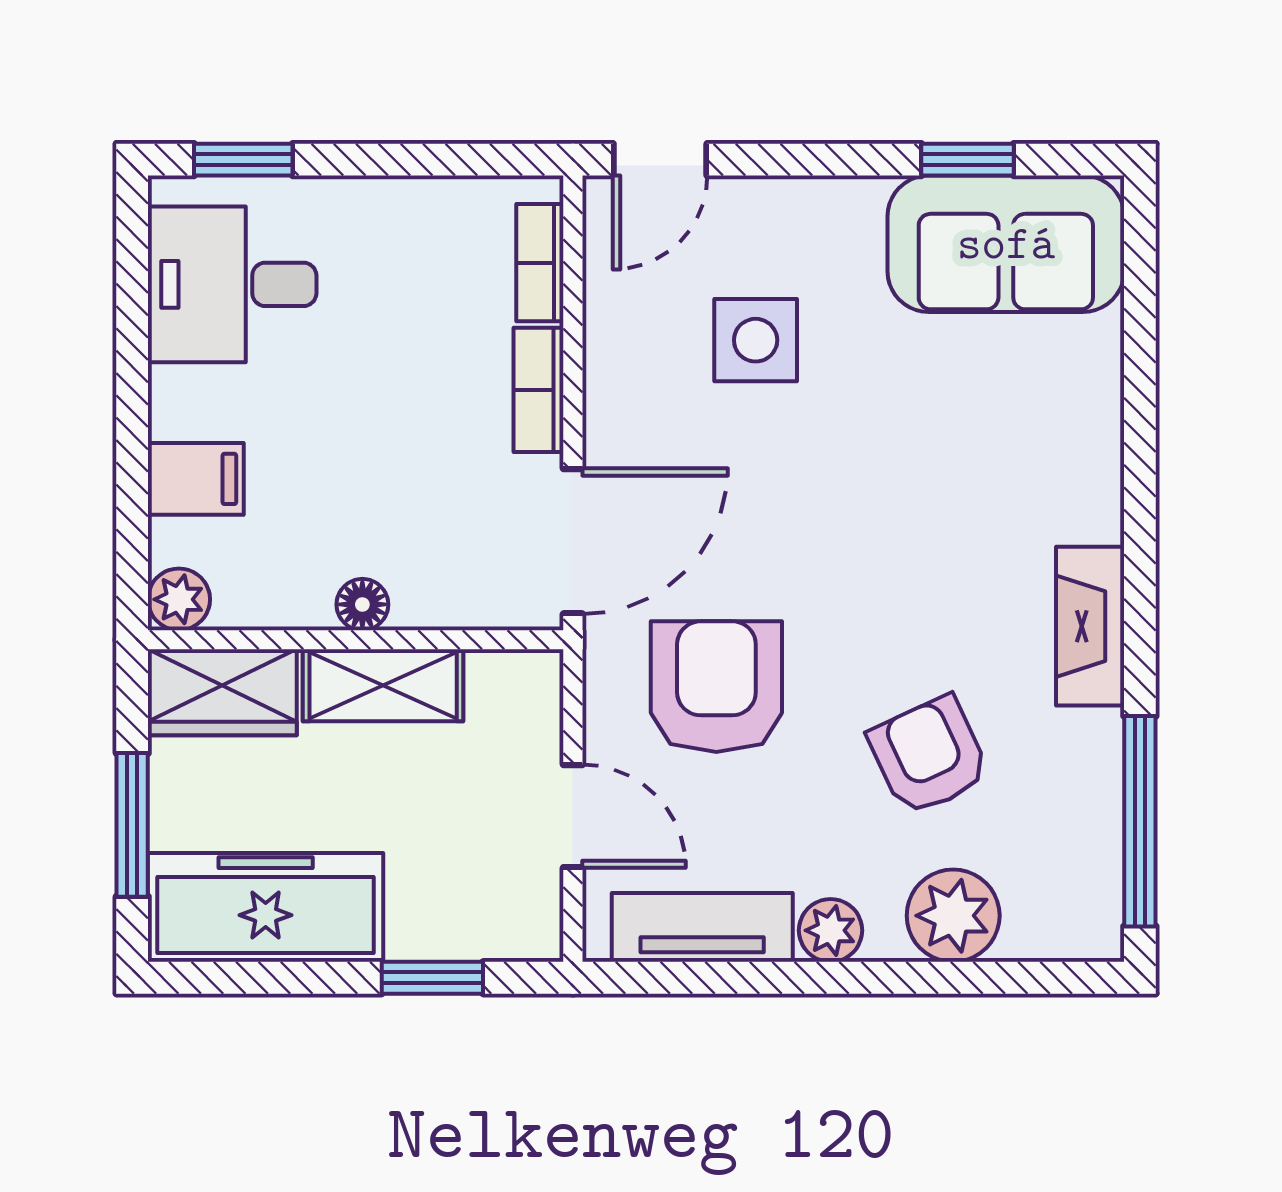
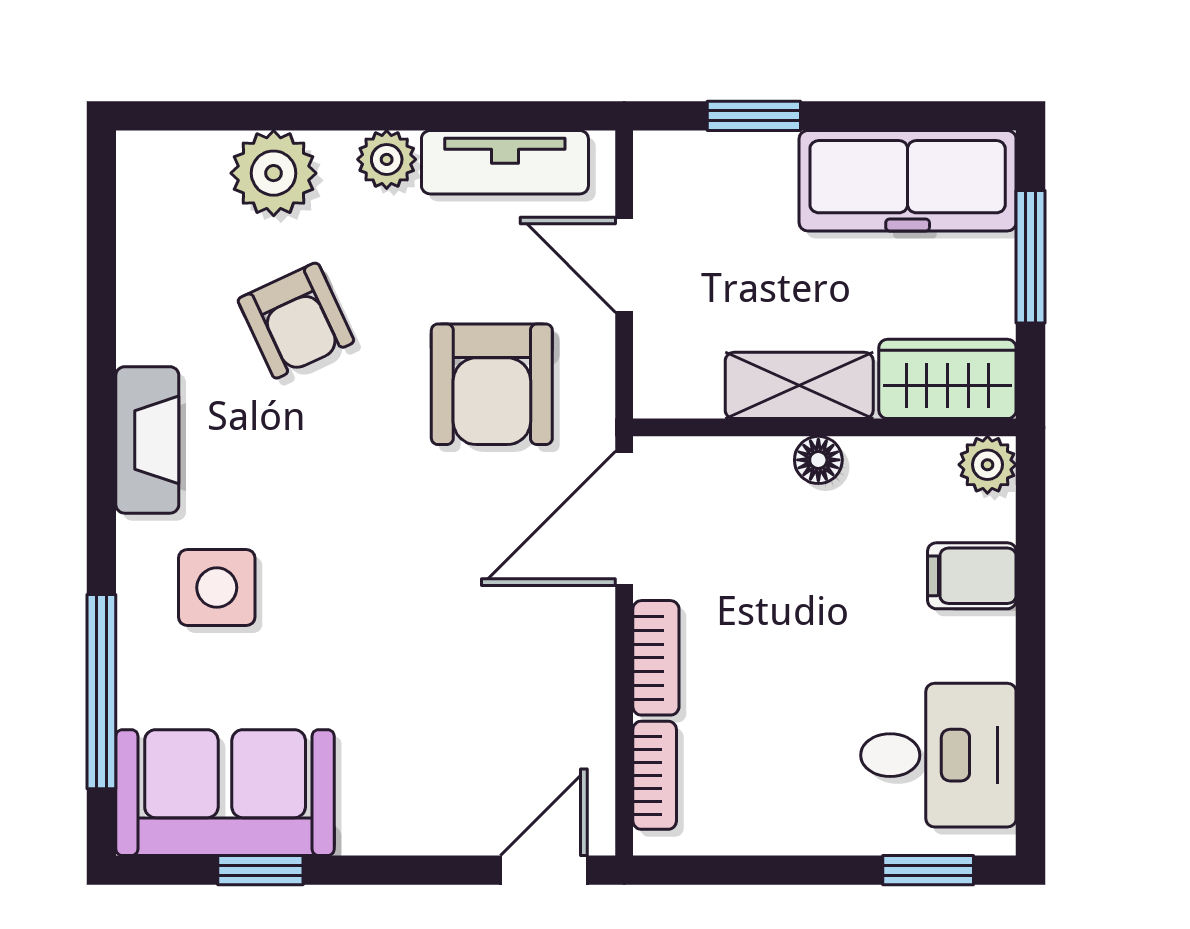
side table: (756, 340) -> (217, 588), moved
window: (1140, 821) -> (101, 692), moved

